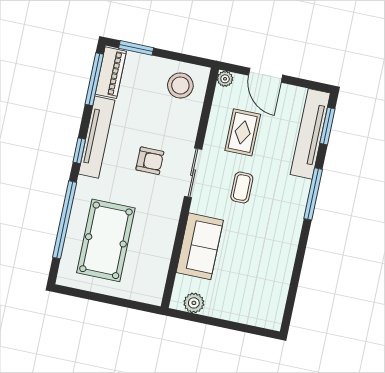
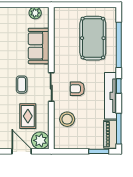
plant: (225, 79) -> (40, 140), width x1.88, depth x1.88
stool: (180, 85) -> (67, 119), moved

